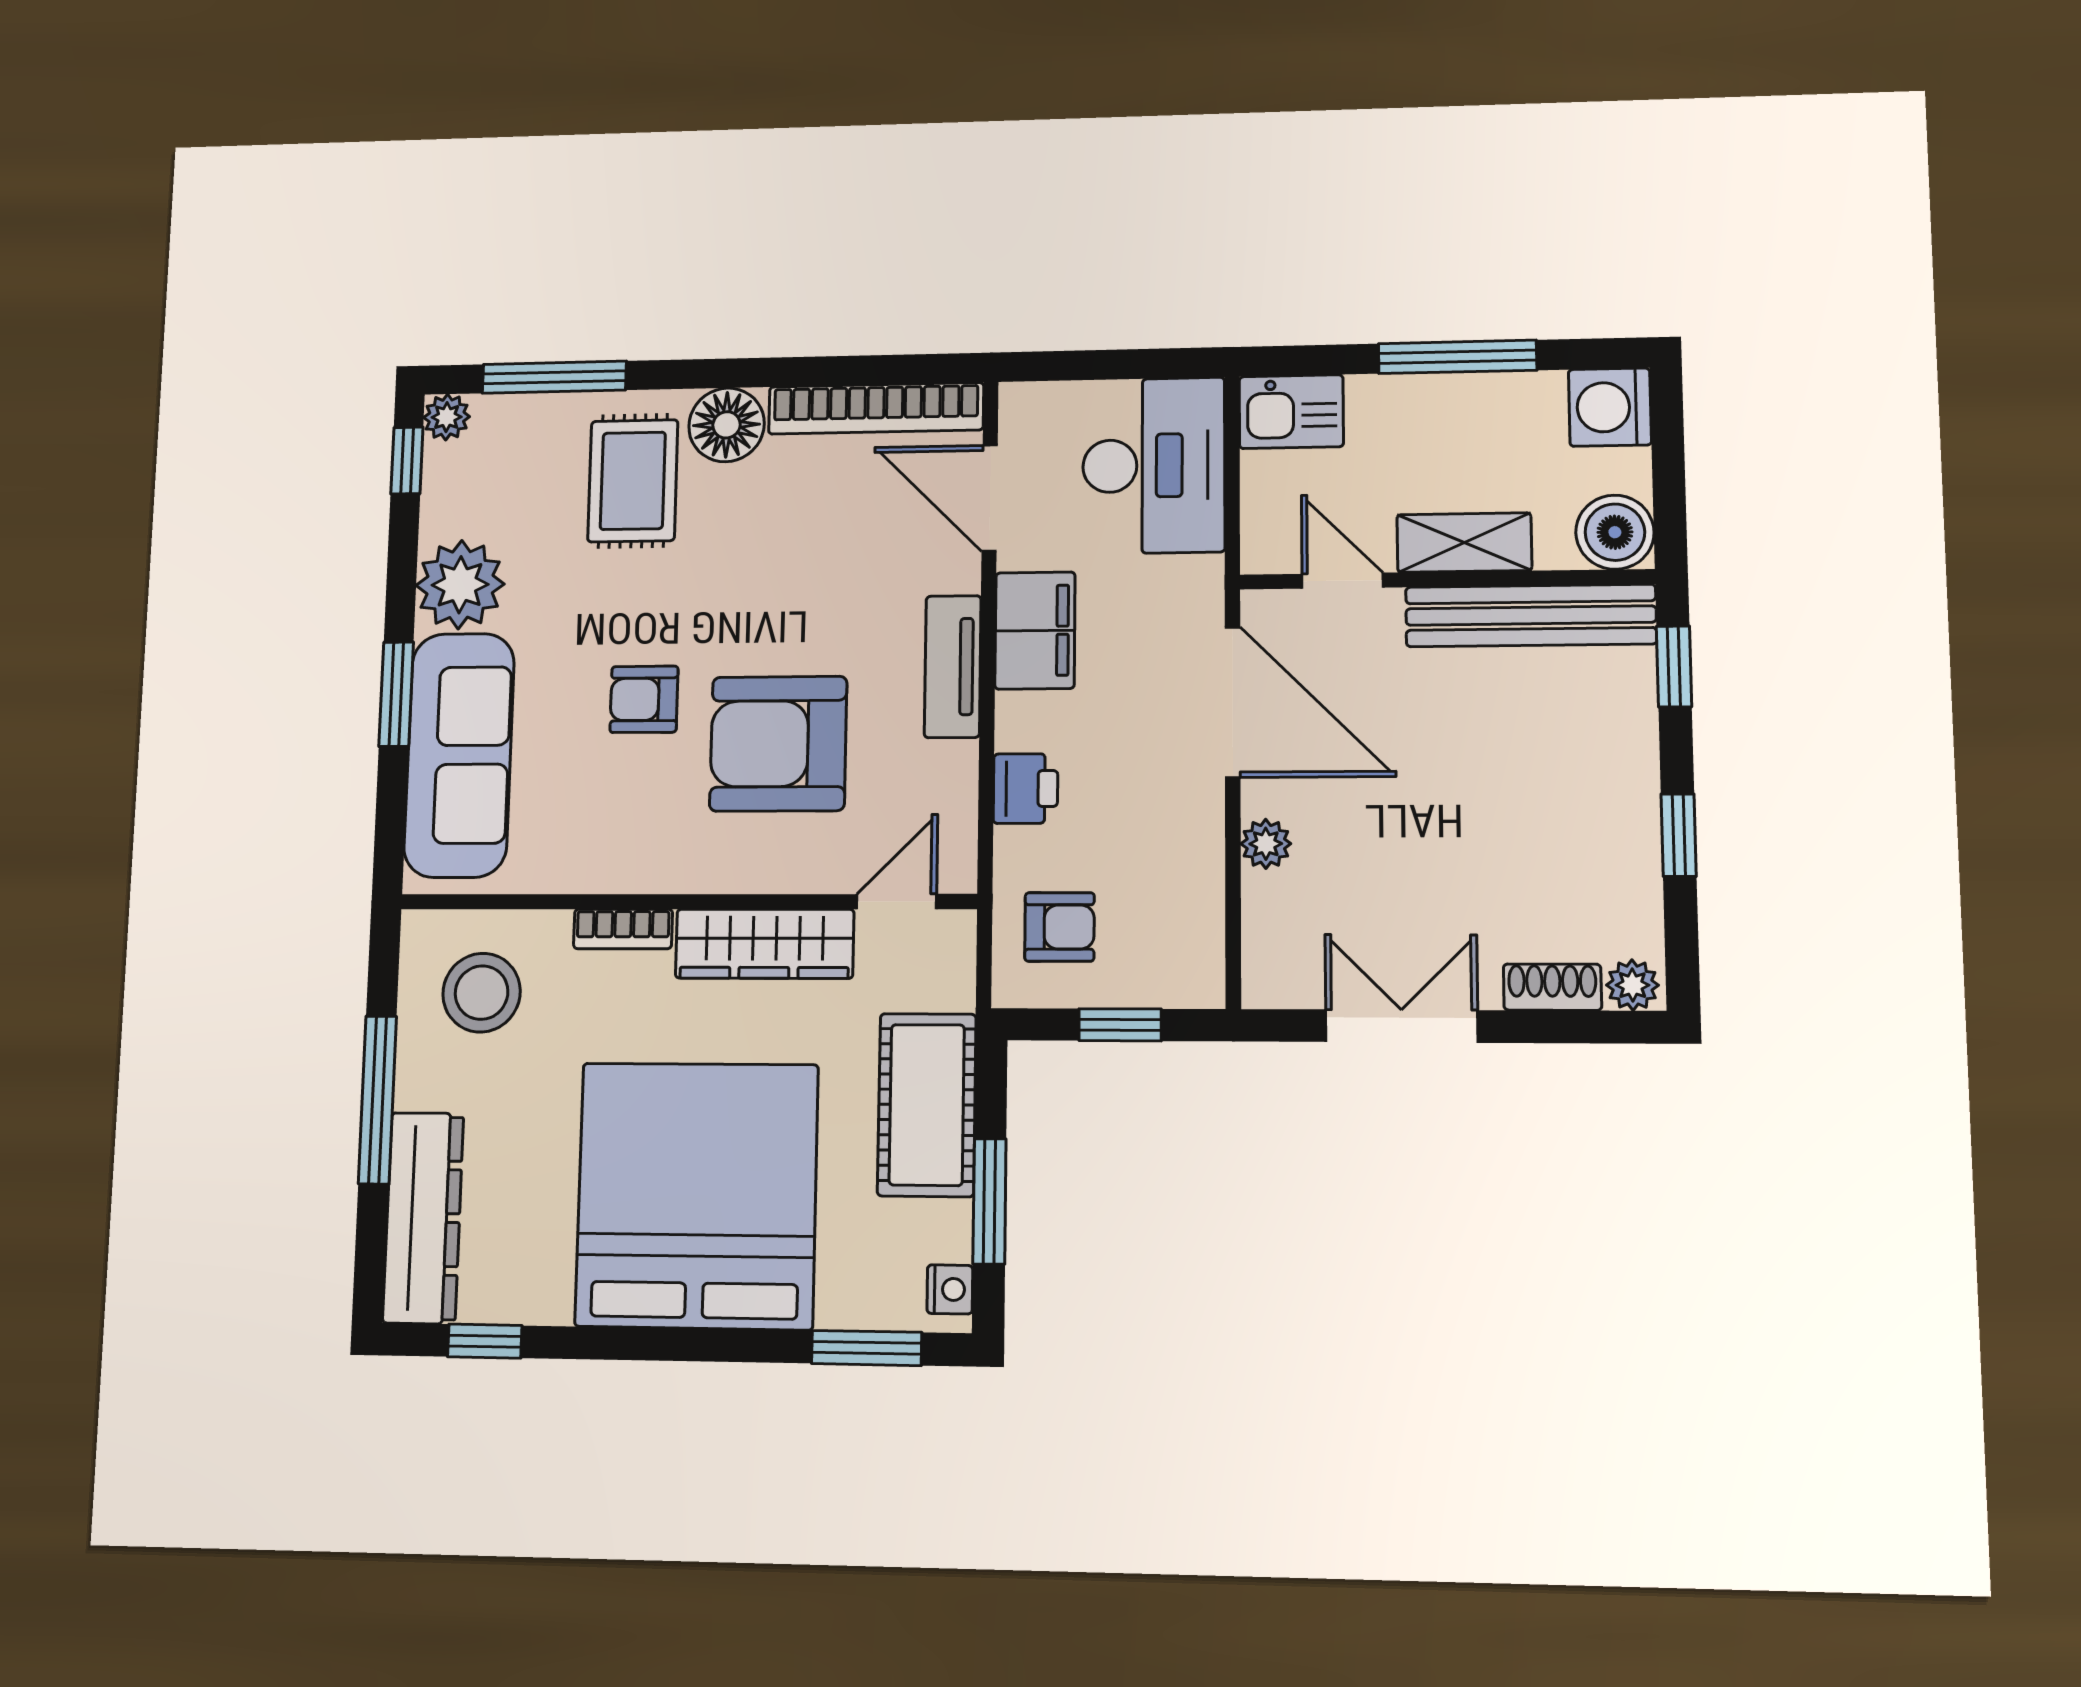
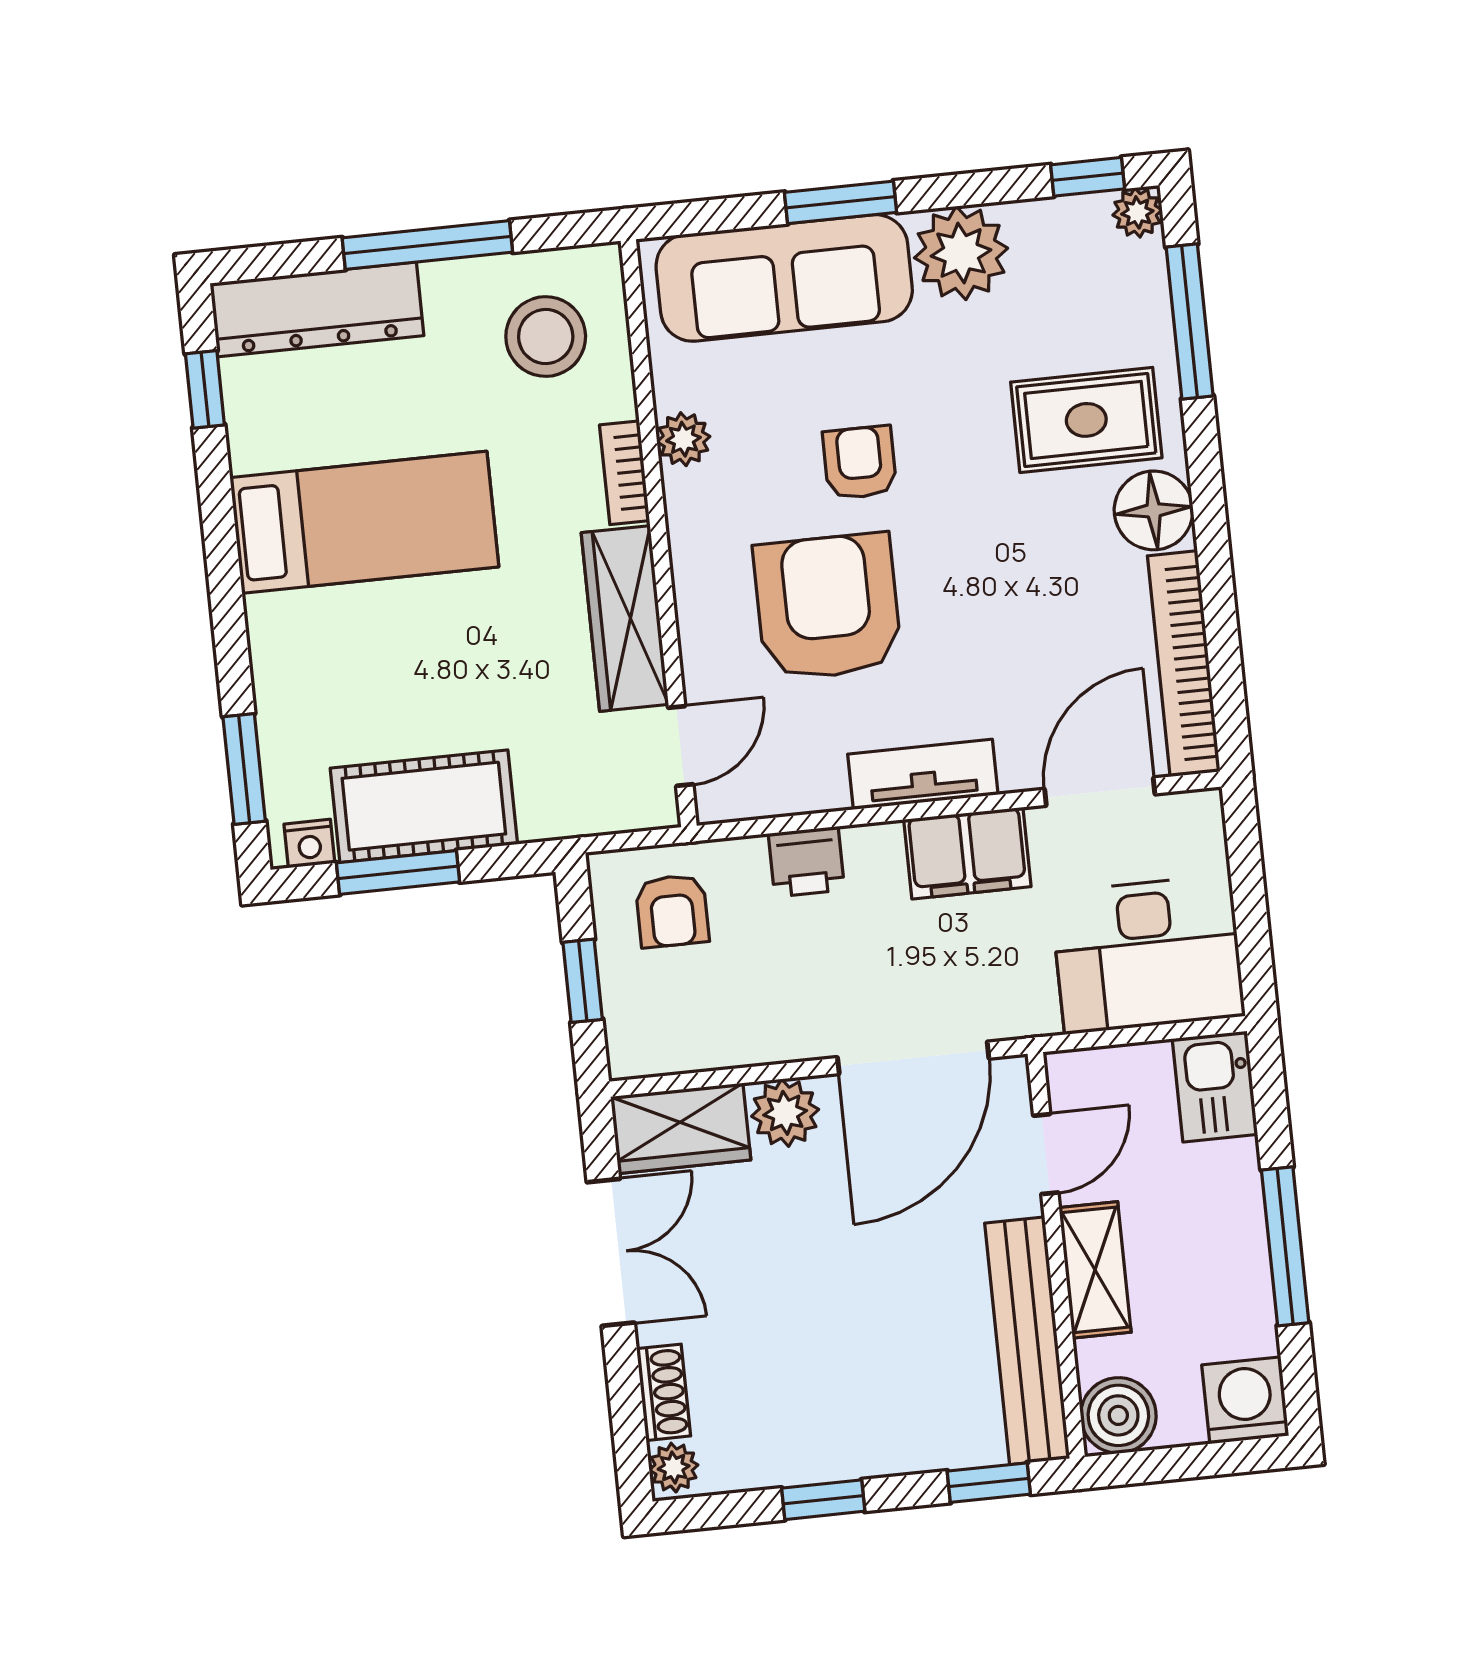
plant: (1266, 844) -> (785, 1113), width x1.38, depth x1.38
plant: (598, 868) -> (683, 439), added
door: (897, 902) -> (681, 746), hinge flipped
wardrobe: (1281, 941) -> (681, 1128), added
cot: (927, 1105) -> (424, 806), moved
bed: (697, 1195) -> (364, 522), width x0.49

